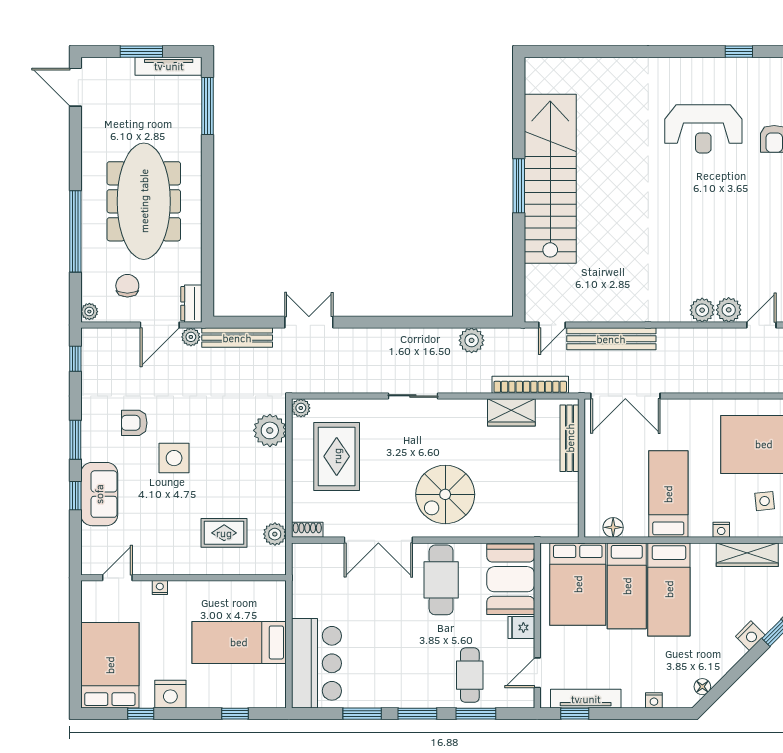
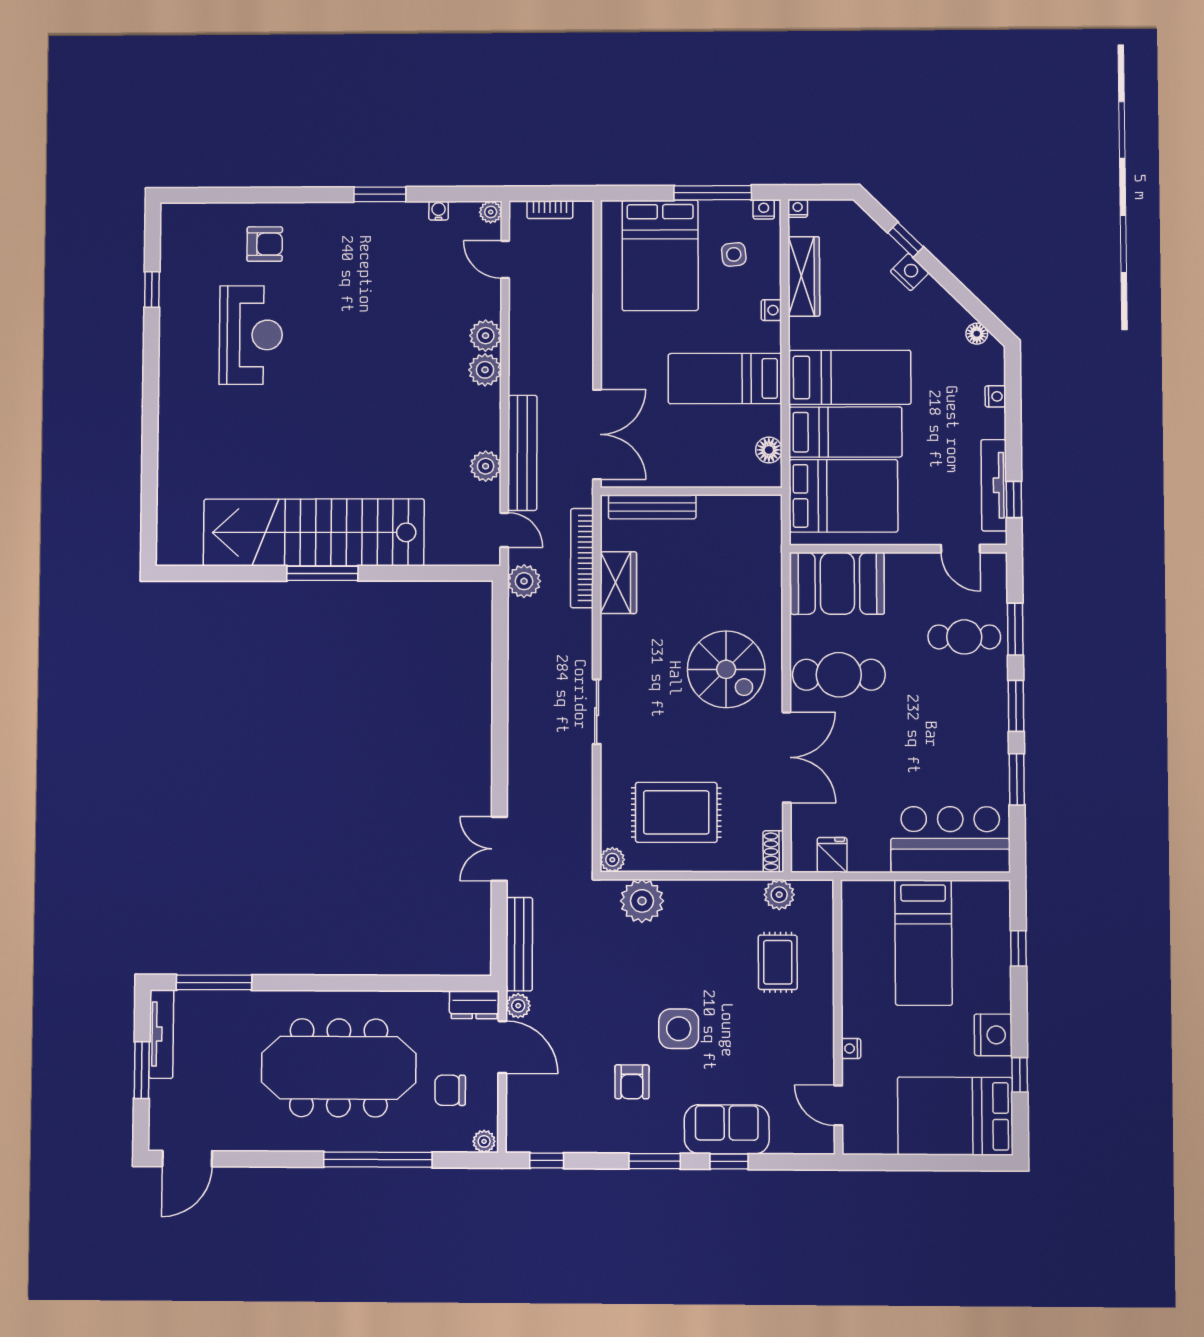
plant: (729, 310) -> (485, 370), moved
plant: (601, 311) -> (486, 466), added
plant: (472, 340) -> (524, 581), moved
fridge: (521, 628) -> (832, 855), moved, turned 180

